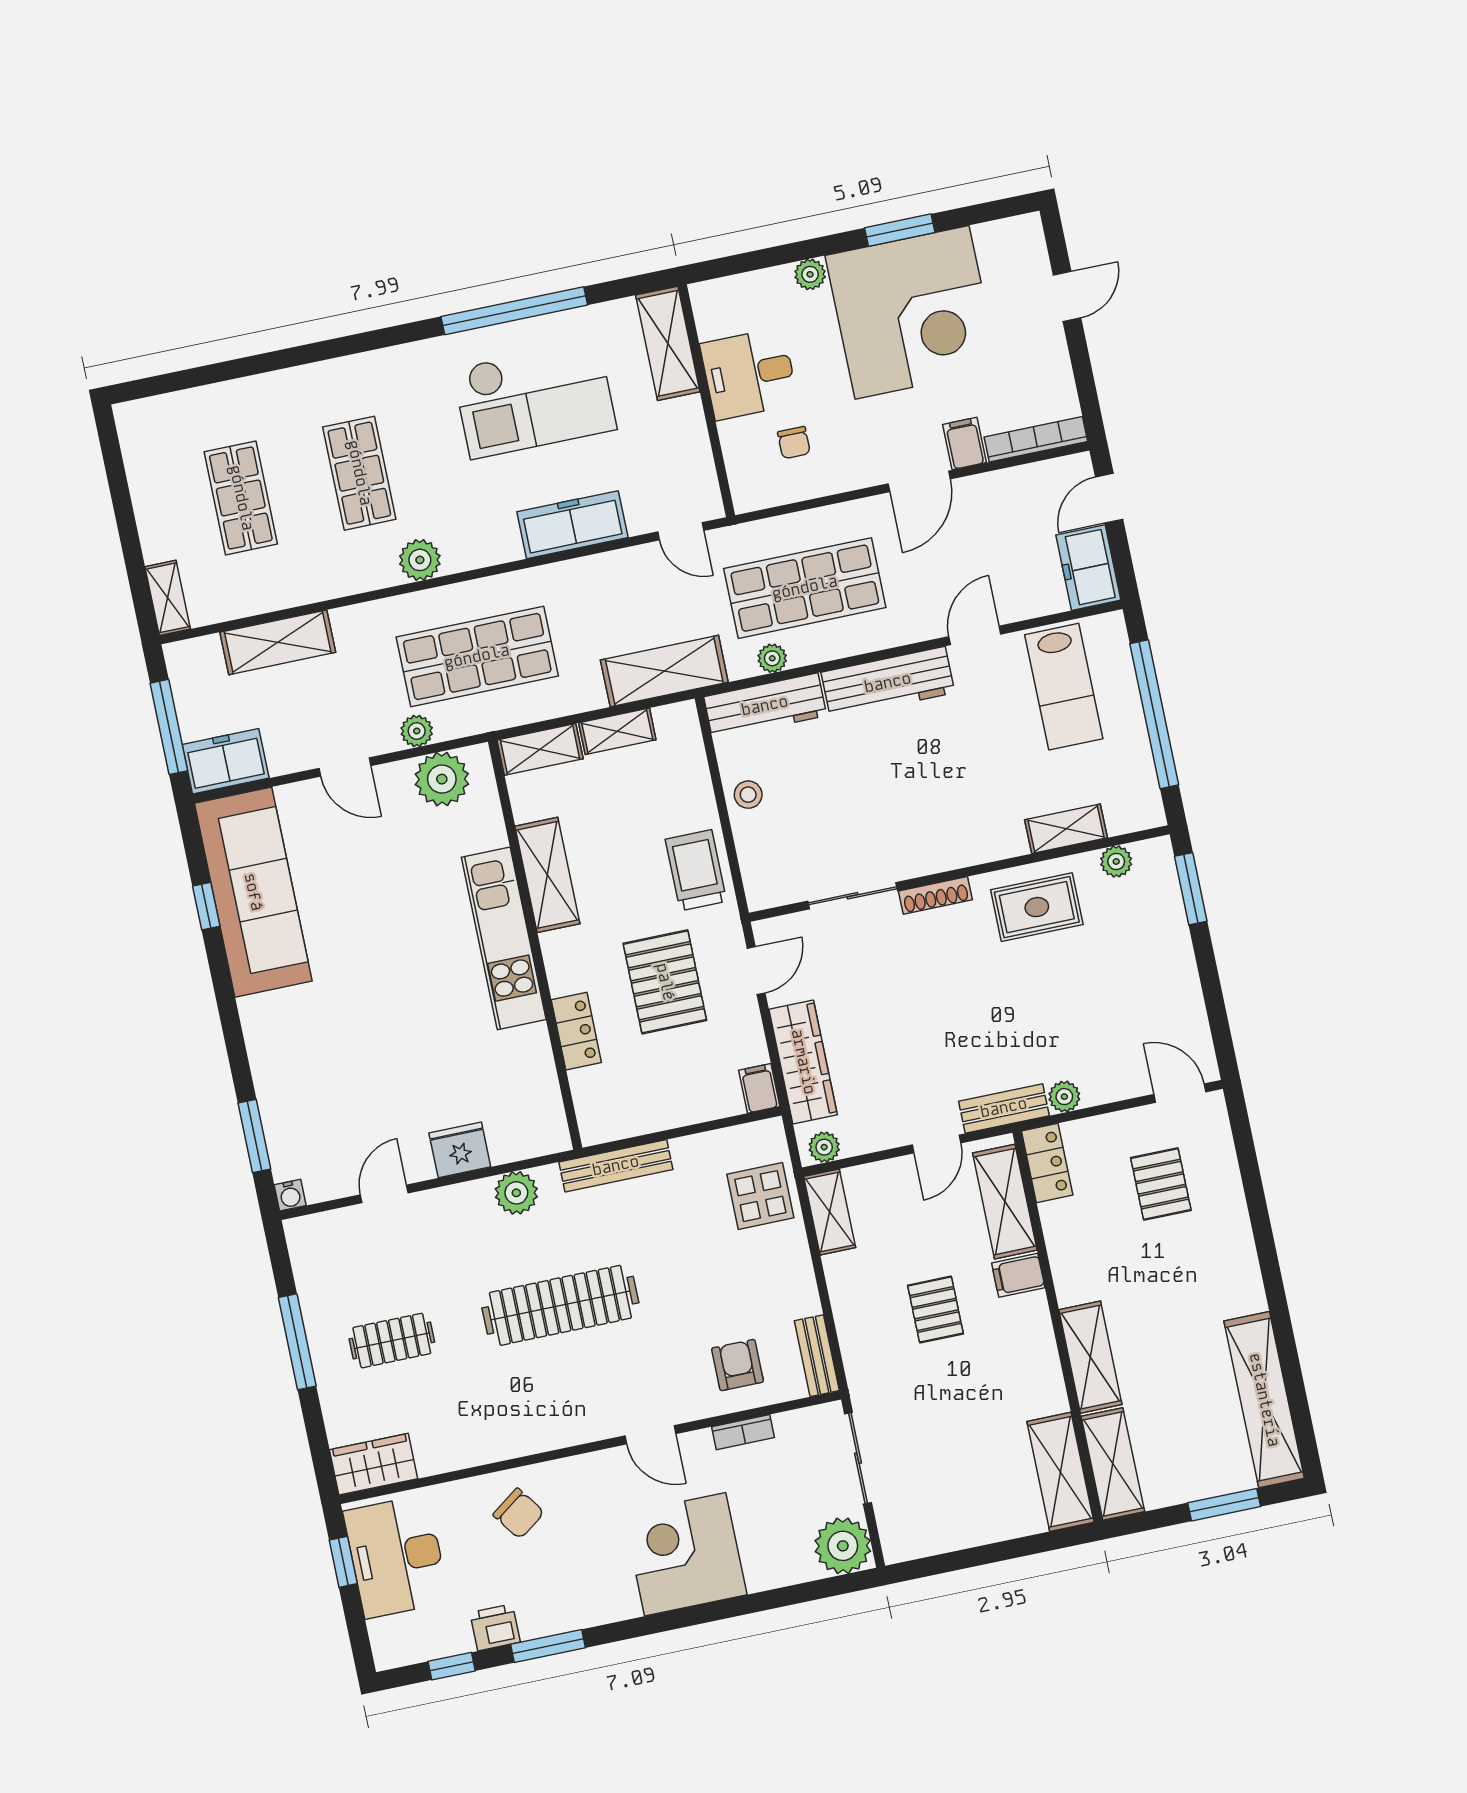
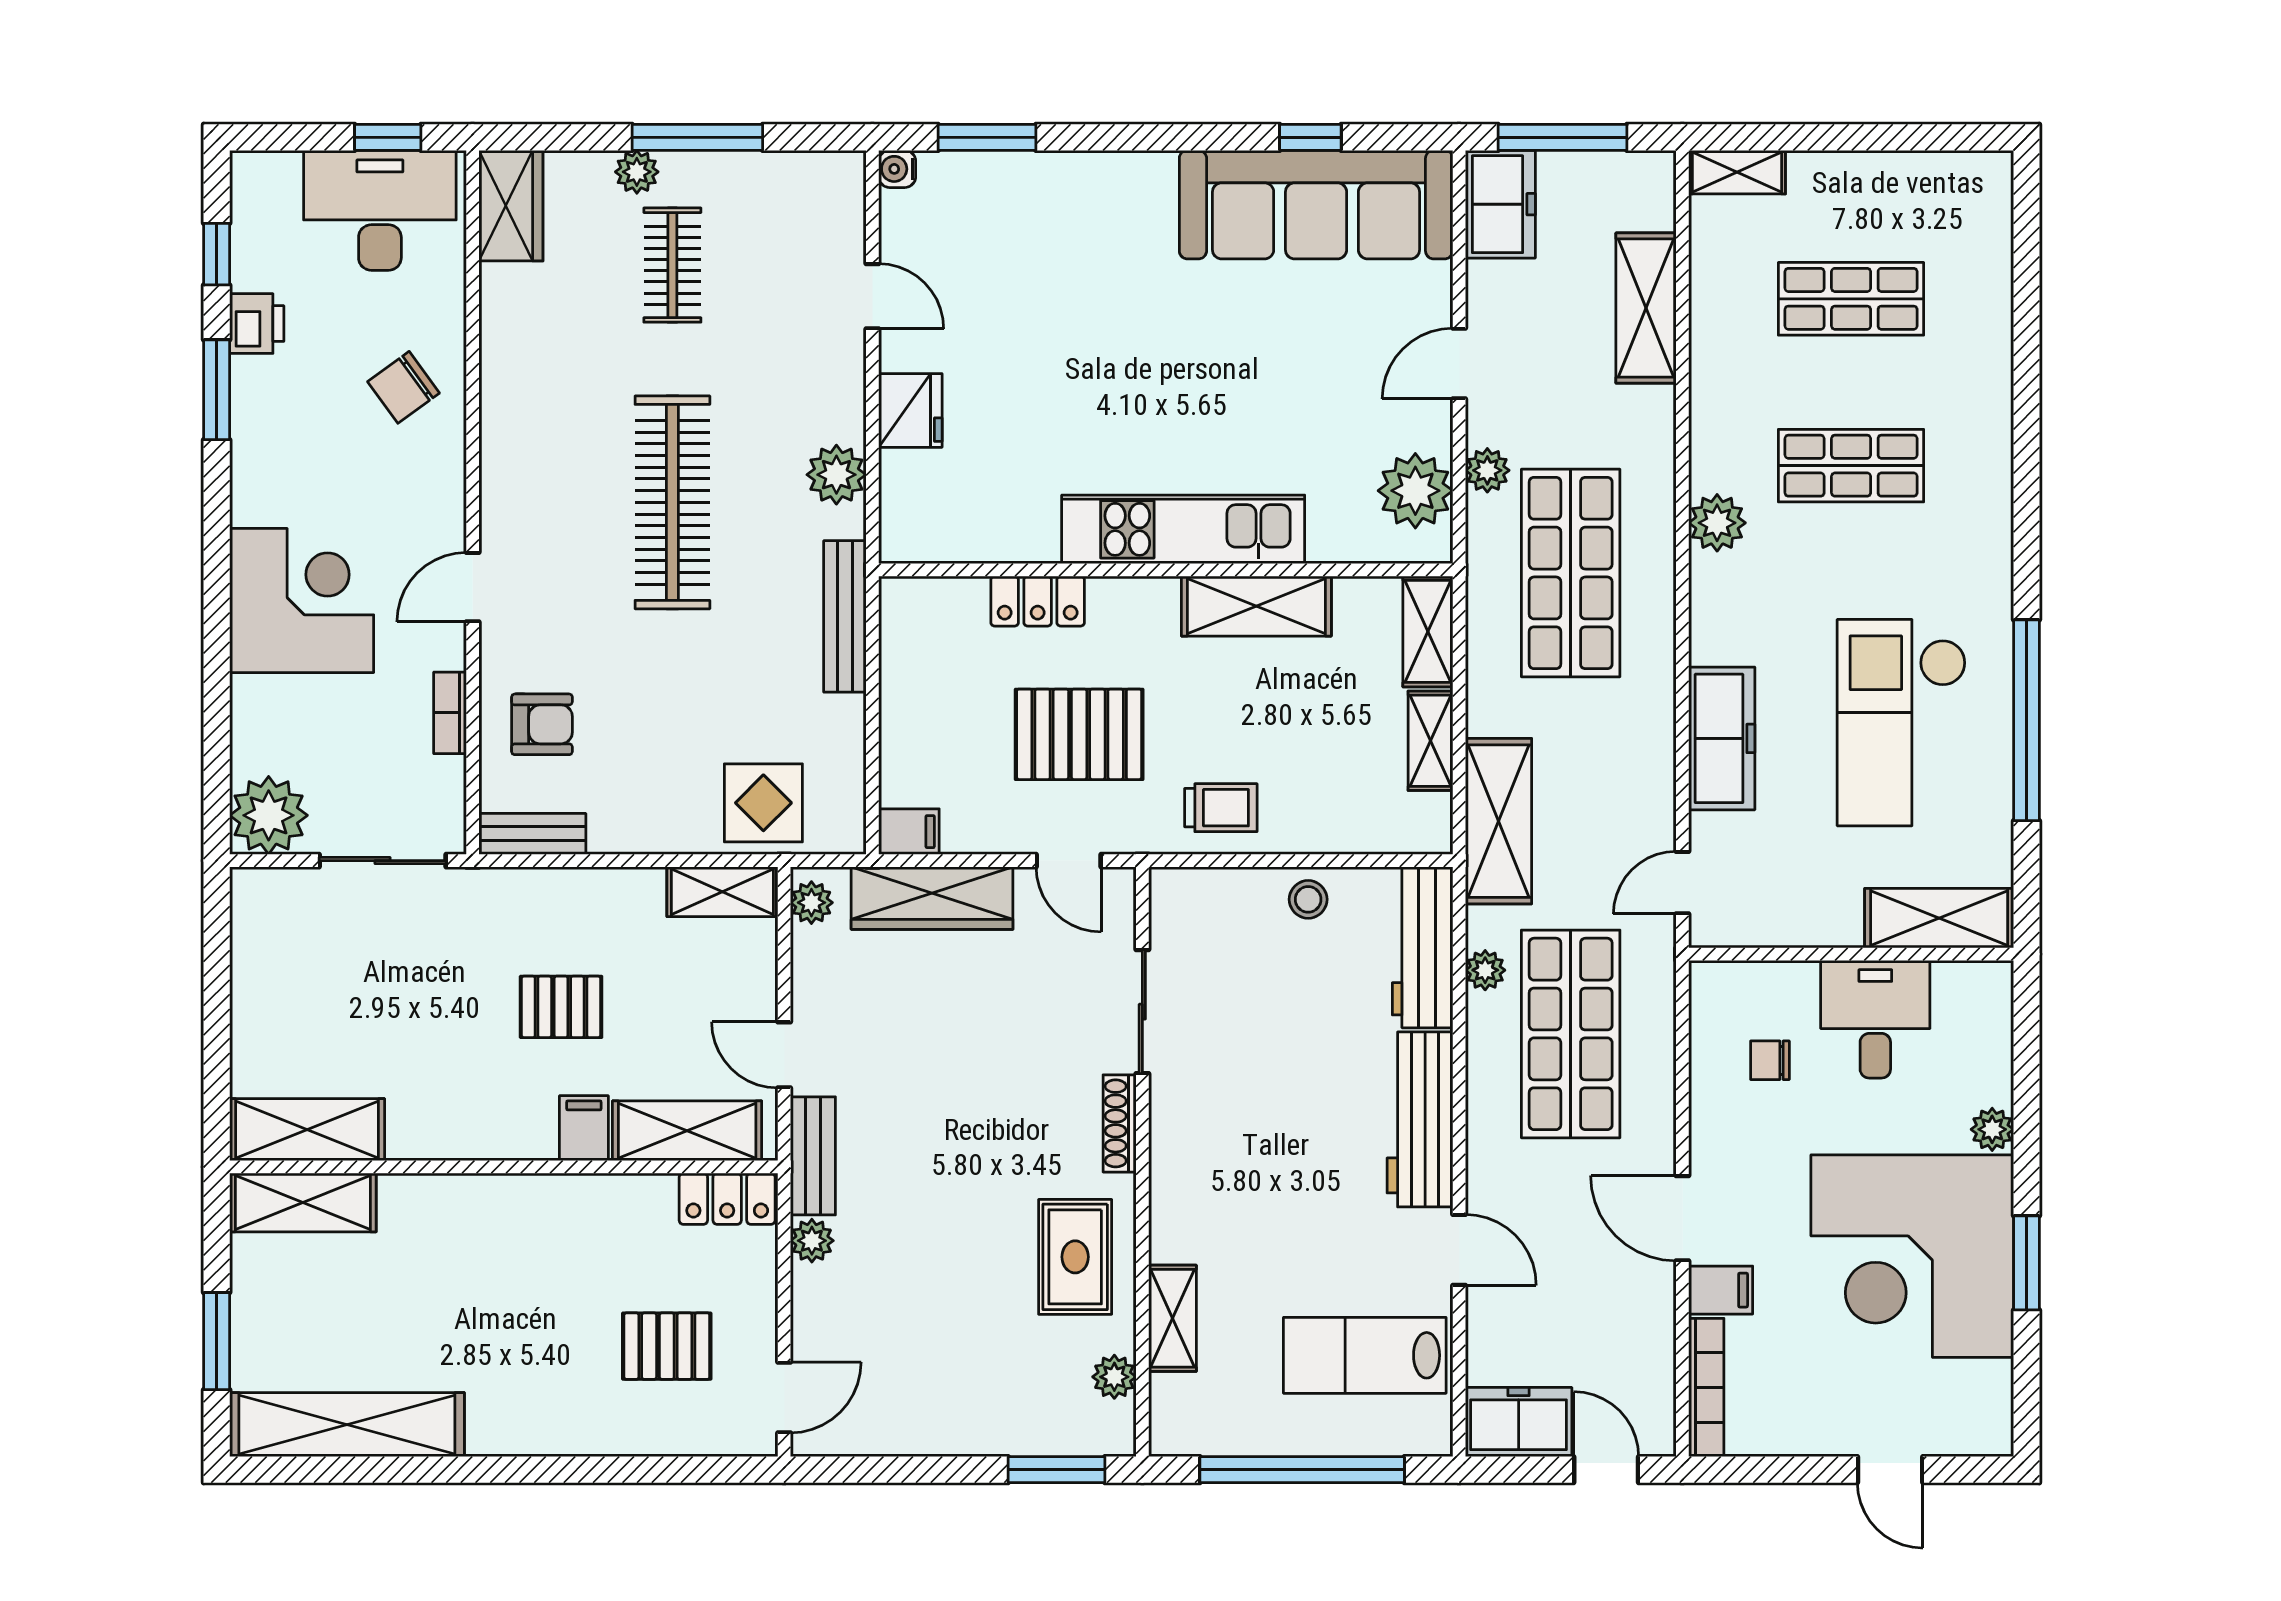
trolley: (696, 870) -> (1221, 808), width x0.73, depth x0.72
shelving: (1090, 1357) -> (453, 1202), removed
plant: (331, 1380) -> (637, 172), added

